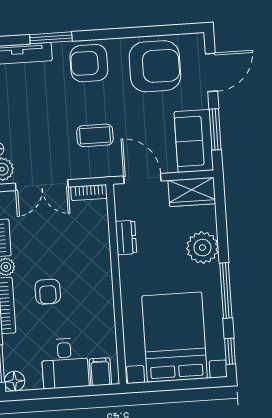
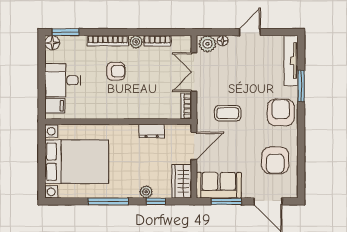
armchair: (155, 66) -> (275, 160), width x0.73, depth x0.73
coffee table: (95, 135) -> (228, 113), turned 90
plant: (202, 248) -> (146, 192), width x0.53, depth x0.53
armchair: (48, 292) -> (116, 71), turned 180
window: (230, 351) -> (156, 201), moved

